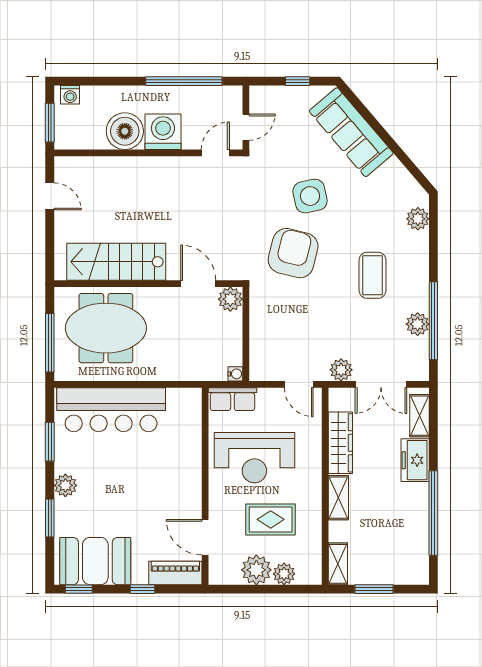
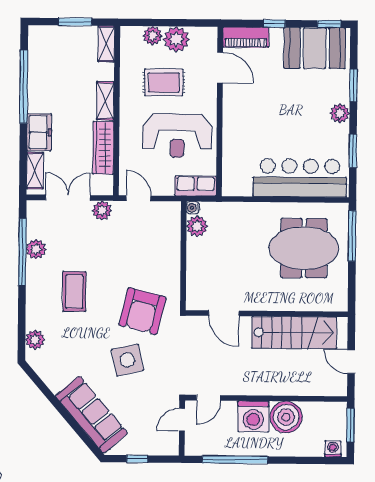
stairs: (116, 262) -> (294, 333), moved
wall: (148, 284) -> (267, 314), moved
door: (198, 284) -> (224, 313), moved
plant: (230, 299) -> (197, 226), moved
reception desk: (254, 458) -> (177, 136), turned 180

